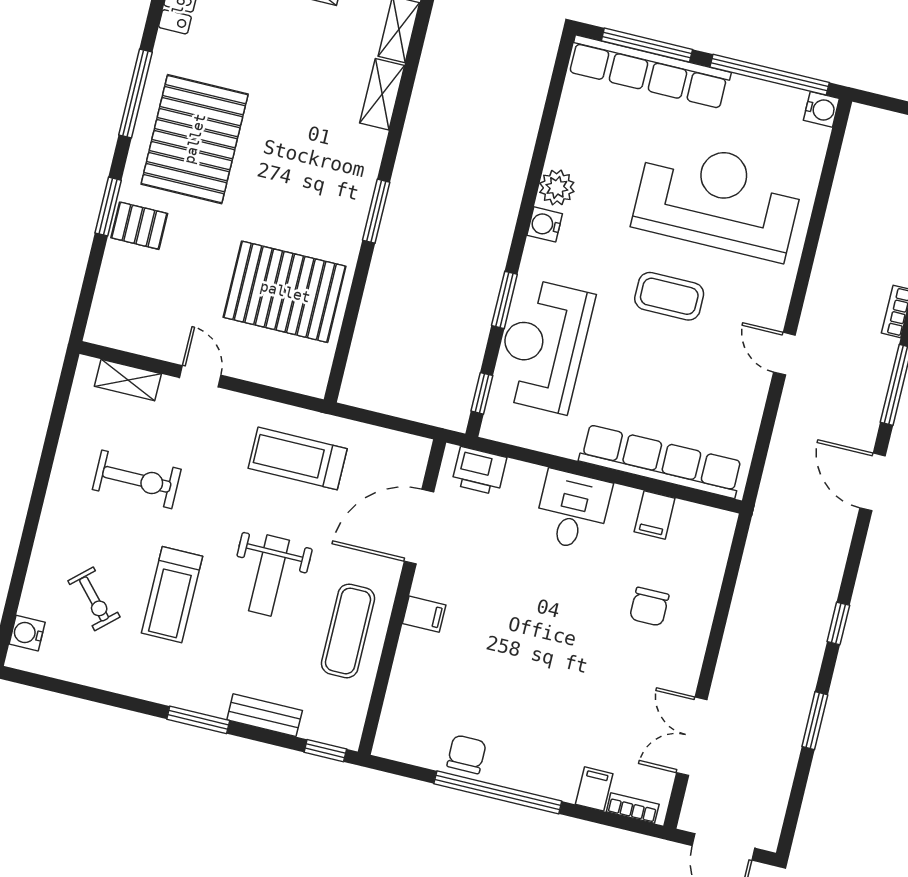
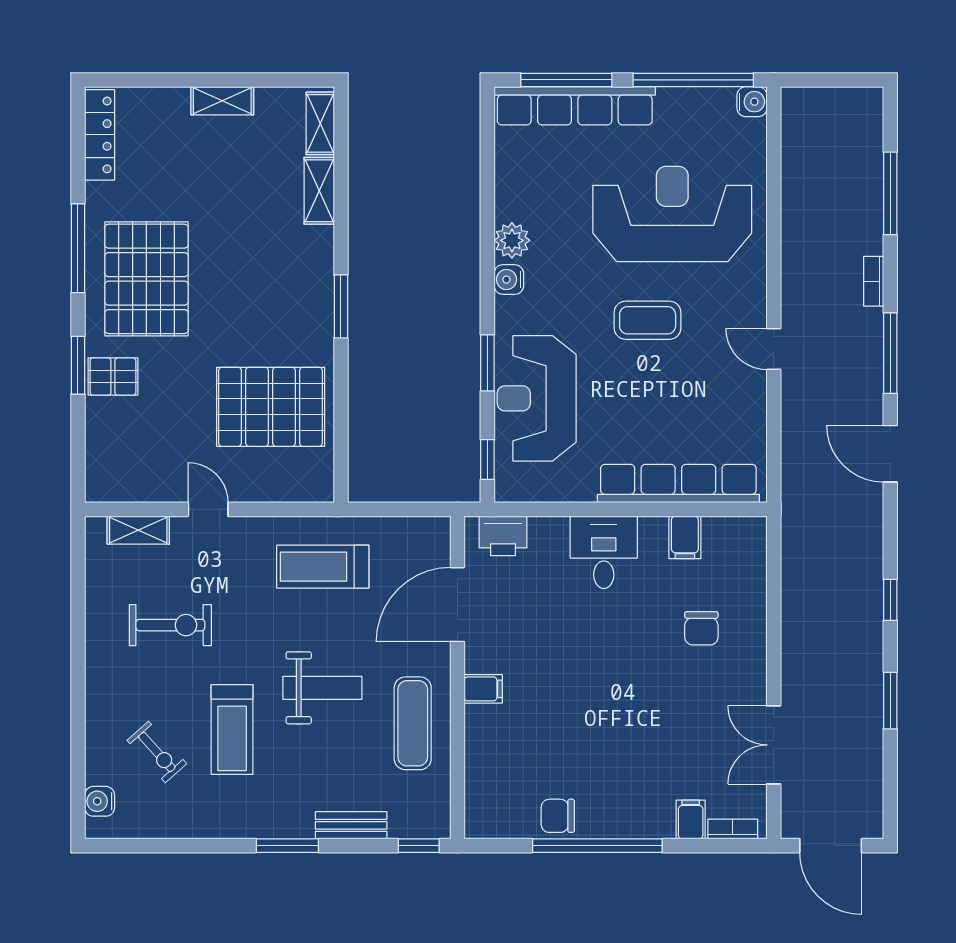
weight bench: (269, 576) -> (322, 688), turned -90
chair: (467, 754) -> (558, 816), turned -90

